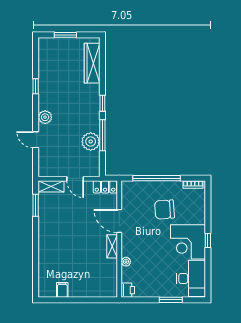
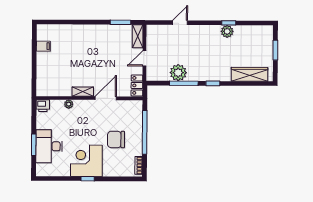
plant: (45, 117) -> (227, 31), moved
chair: (165, 209) -> (116, 139), turned -86
desk: (191, 278) -> (49, 146), moved, turned 90

